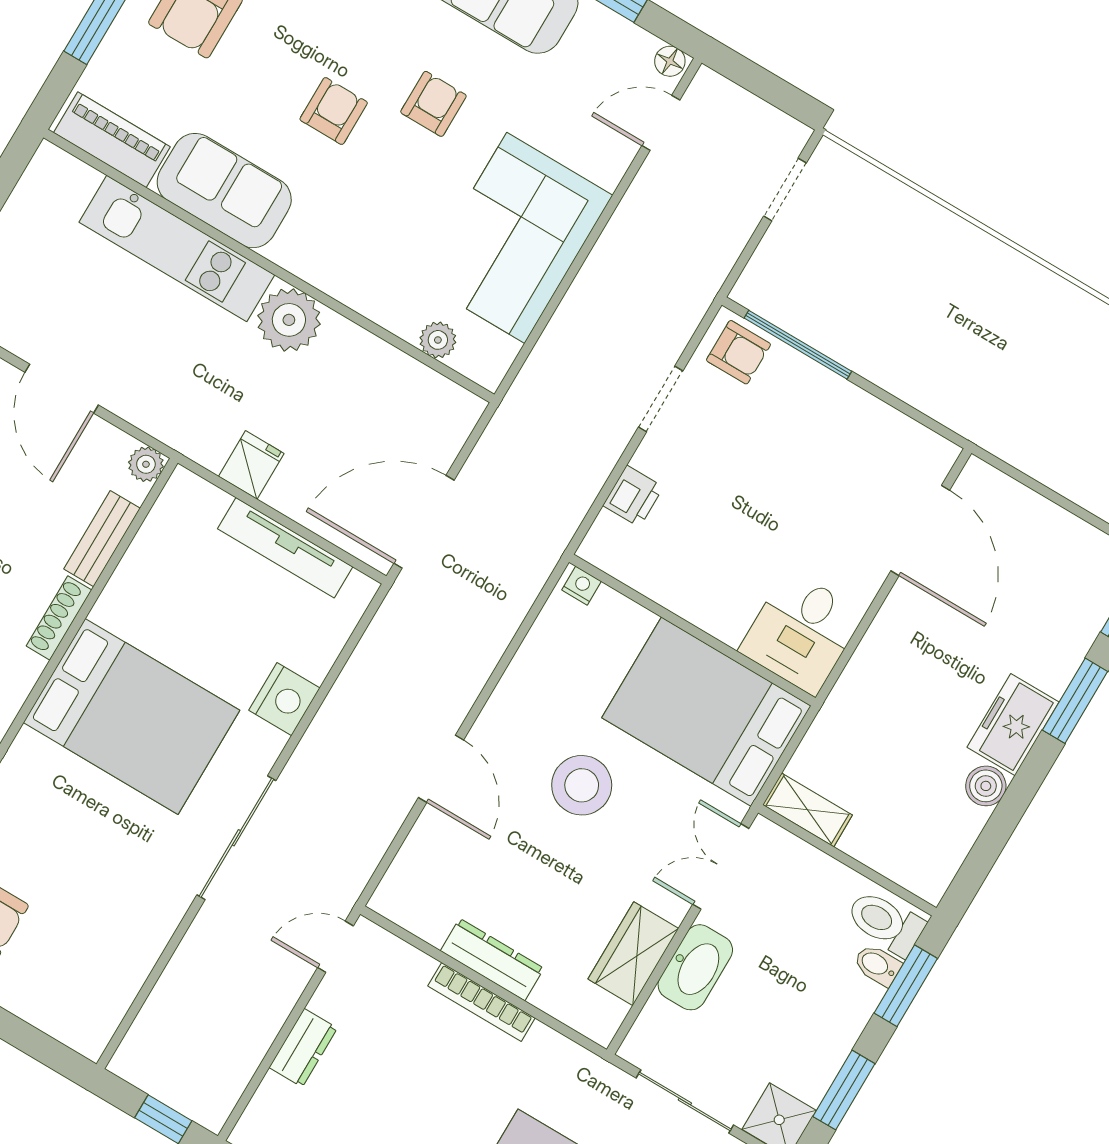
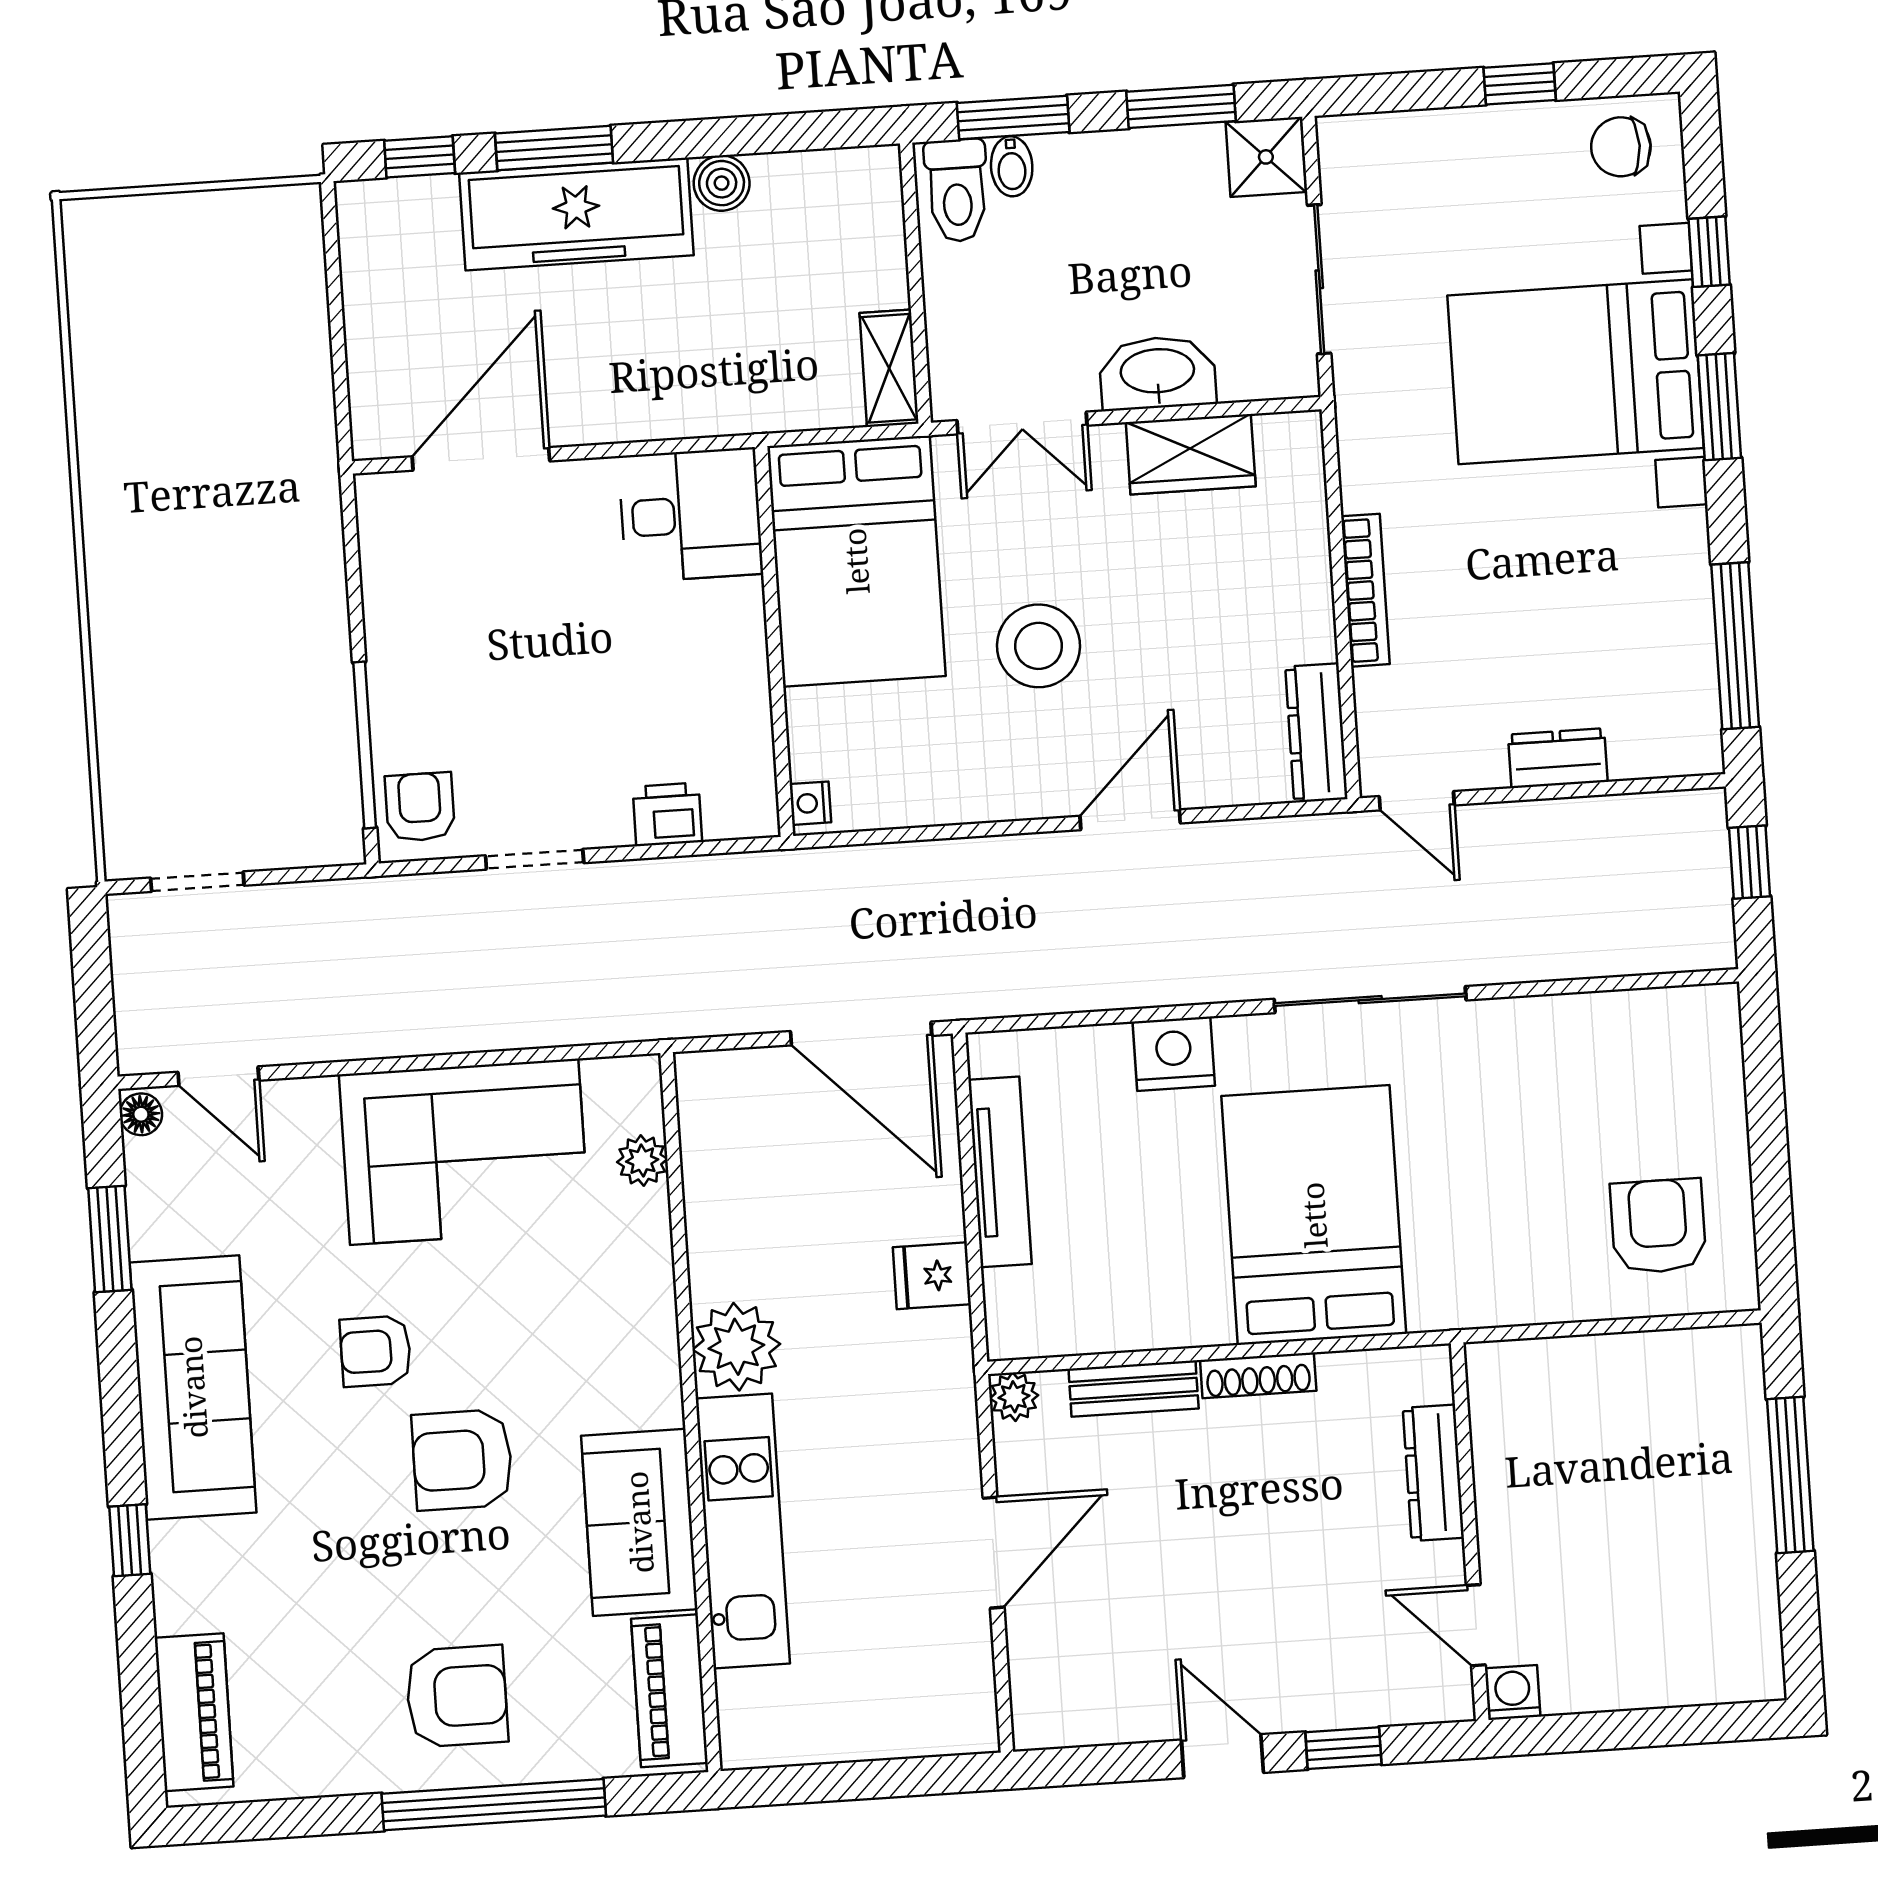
armchair: (334, 111) -> (462, 1460), width x1.38, depth x1.38
freezer: (1013, 725) -> (576, 214), width x1.91, depth x1.26
dresser: (492, 960) -> (1316, 733), moved

